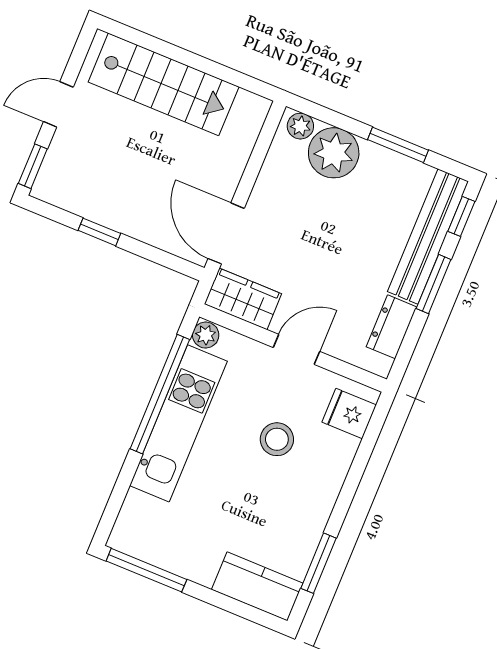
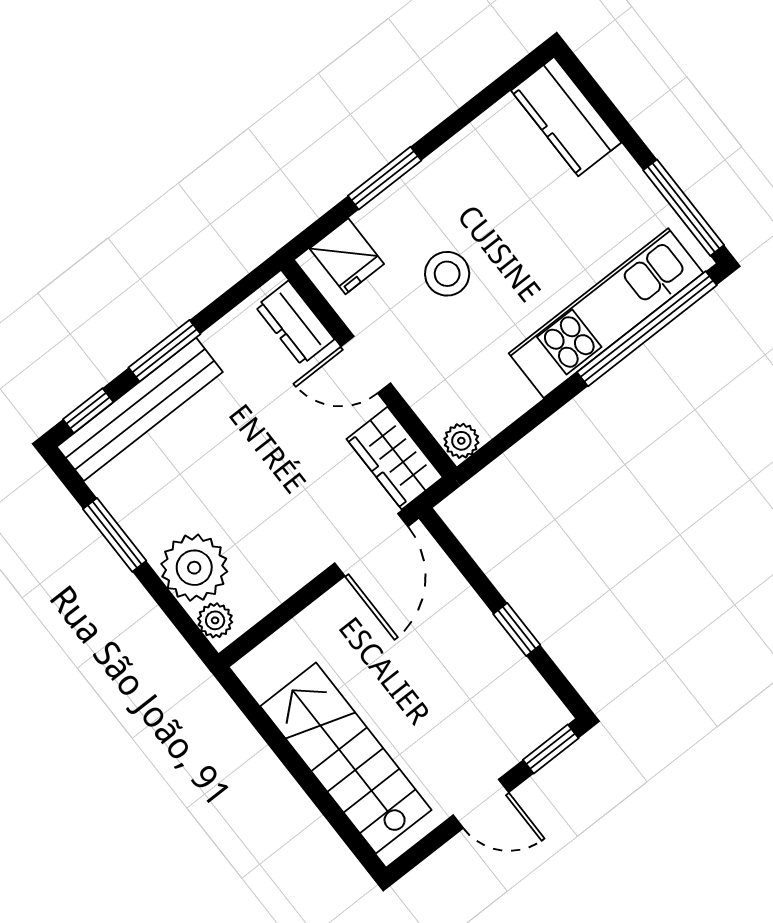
dresser: (391, 327) -> (295, 323), moved, turned 90
window: (160, 394) -> (647, 329), moved
kitchen unit: (178, 423) -> (606, 313), moved
window: (318, 563) -> (385, 178), moved

